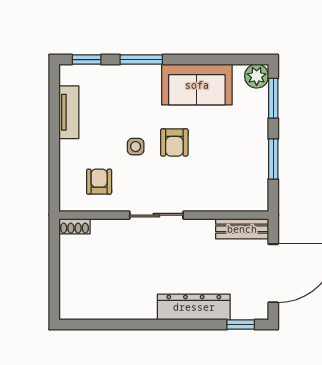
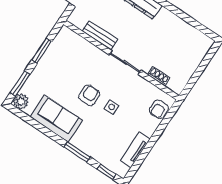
armchair: (99, 182) -> (159, 109), moved
shoe rack: (74, 226) -> (159, 76), moved
bench: (242, 229) -> (100, 35), moved

